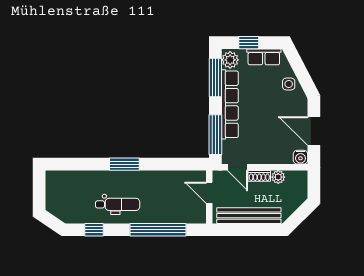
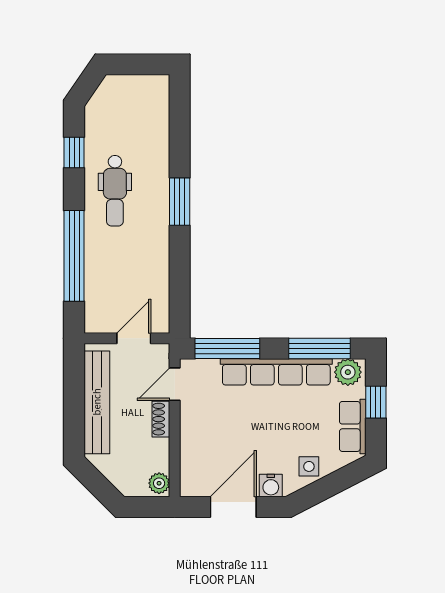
water cooler: (300, 157) -> (271, 485), moved, turned -90
plant: (278, 177) -> (159, 483), moved

